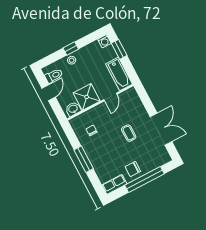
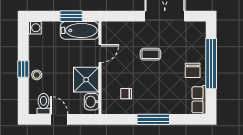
window: (119, 49) -> (71, 16), moved
door: (110, 97) -> (100, 53), hinge flipped

